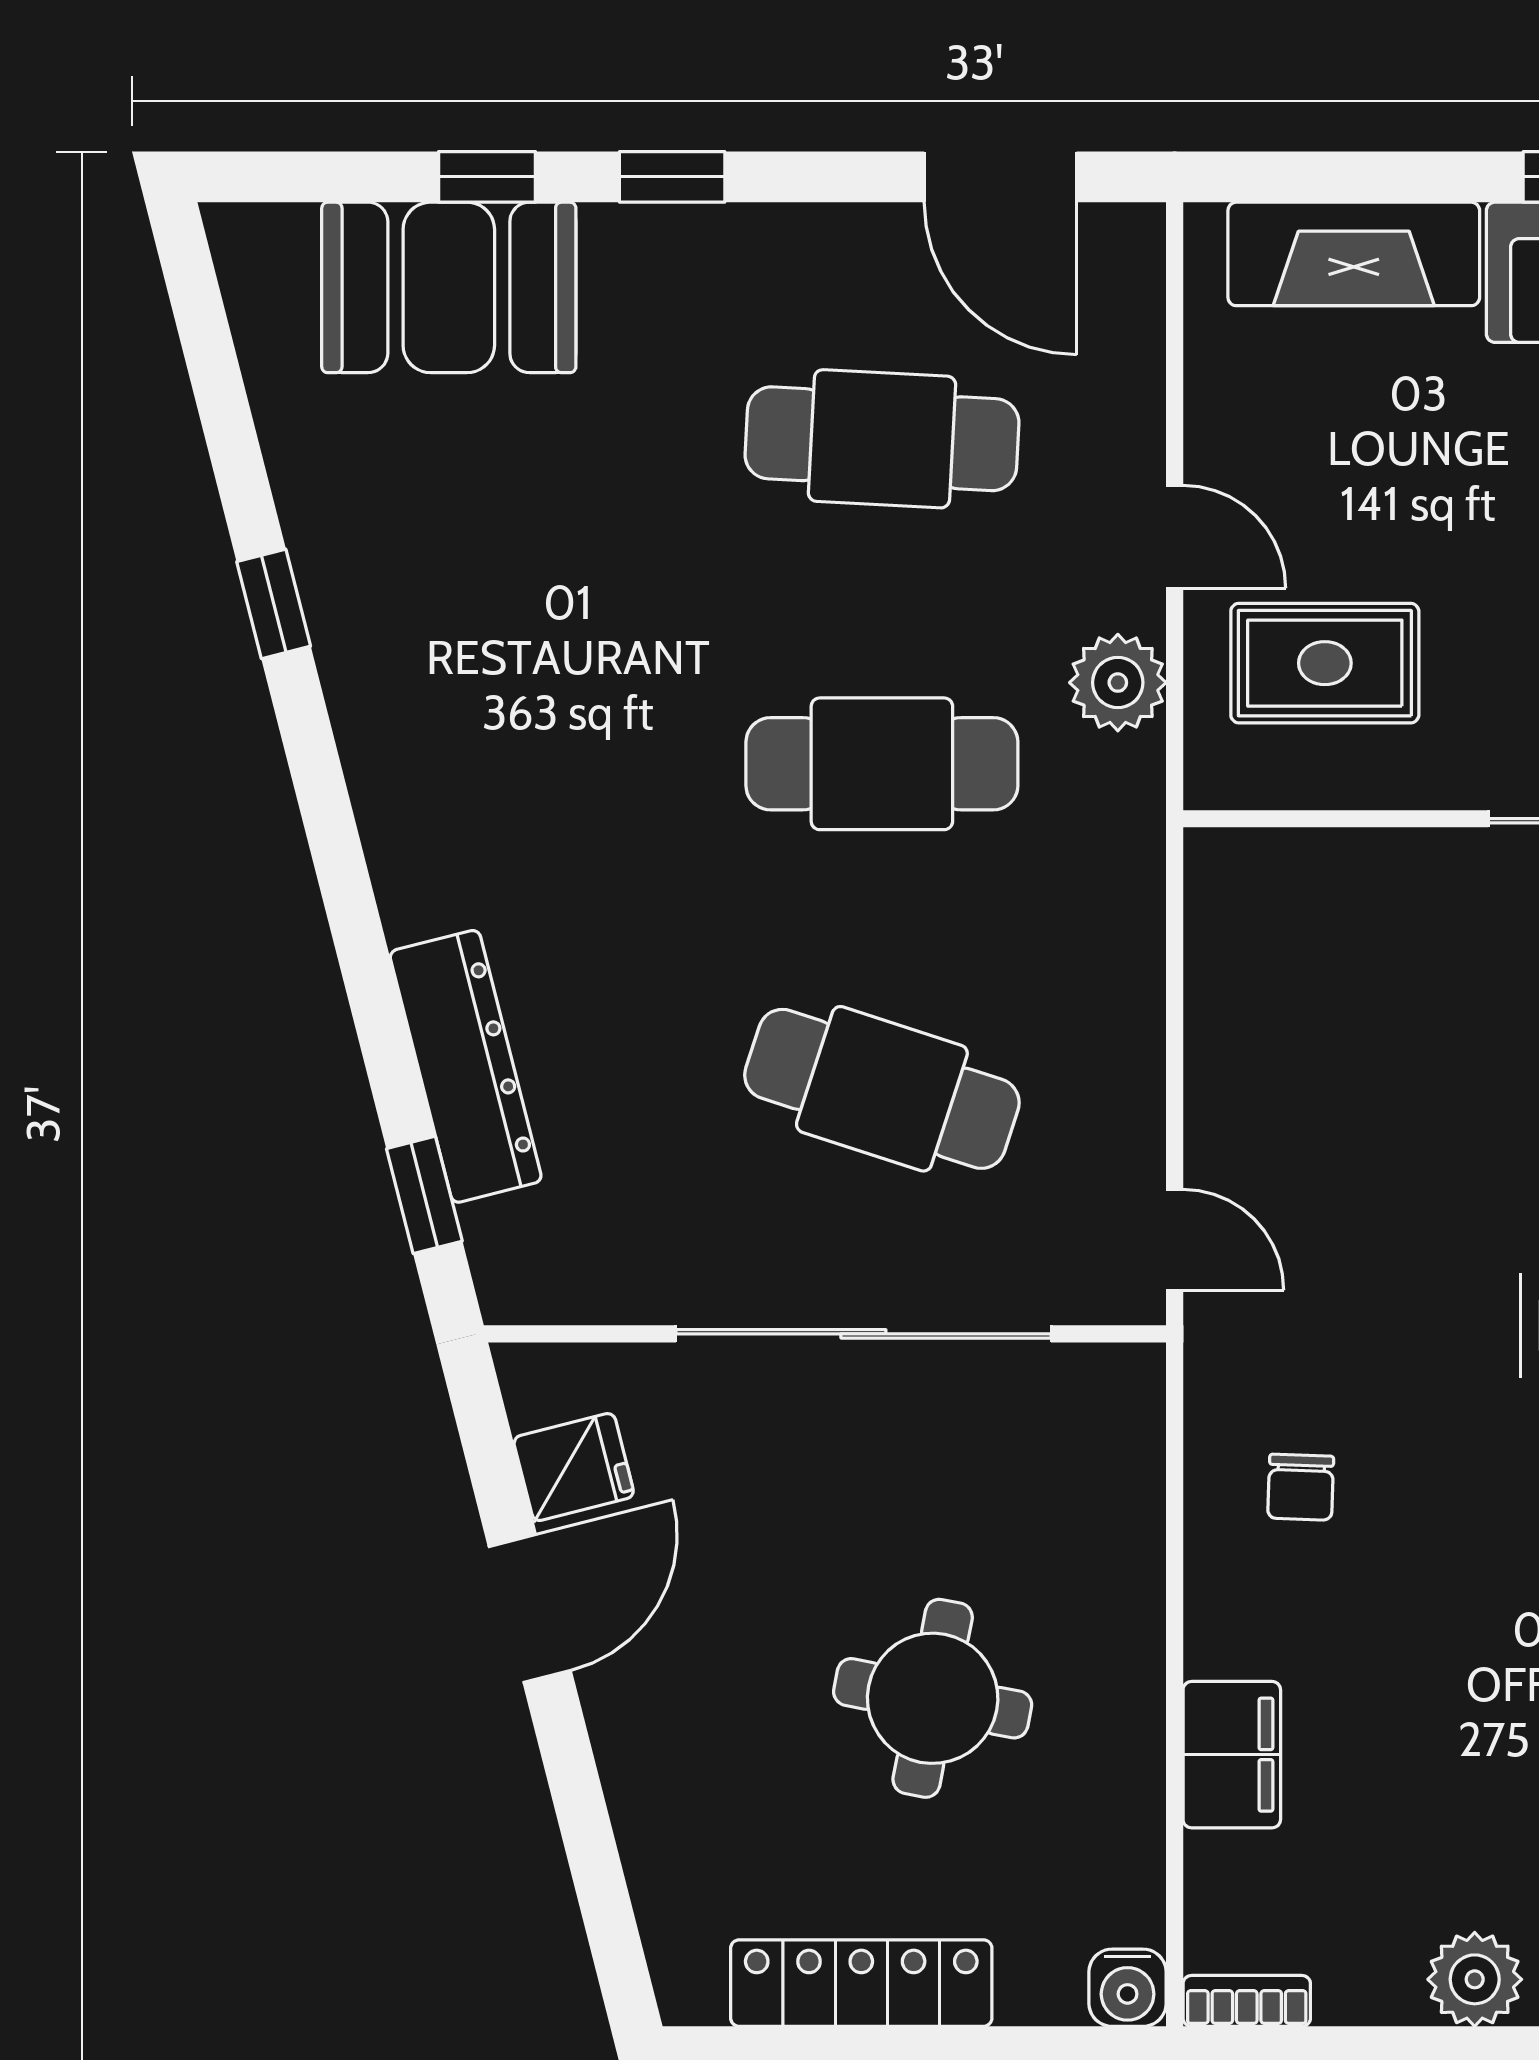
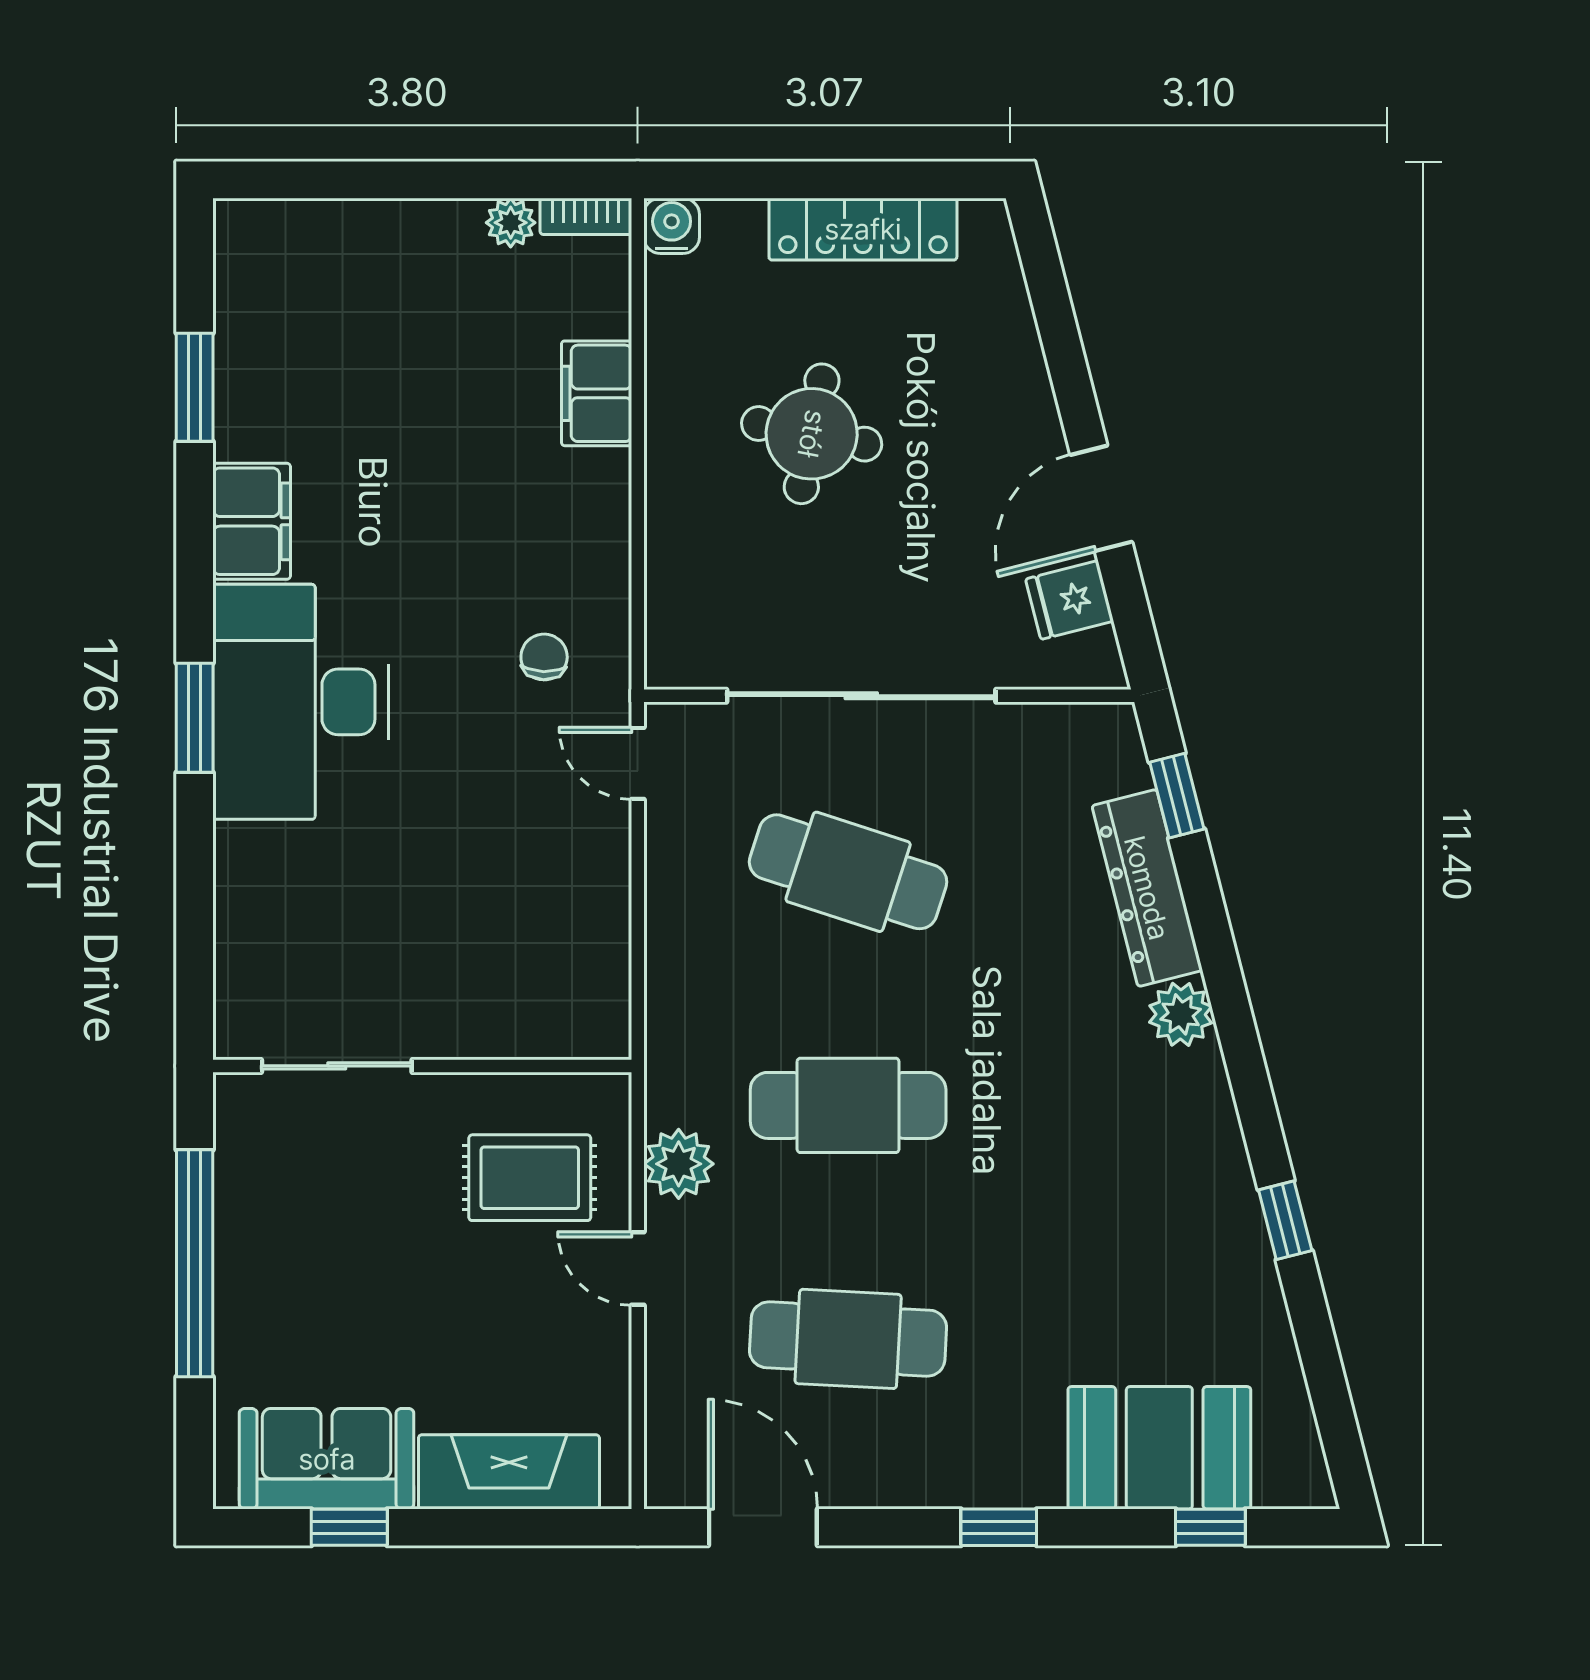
window: (487, 177) -> (1210, 1527), moved
plant: (419, 891) -> (1181, 1014), added
chair: (1301, 1487) -> (544, 657), moved
plant: (1475, 1979) -> (511, 223), moved, width x0.73, depth x0.73

